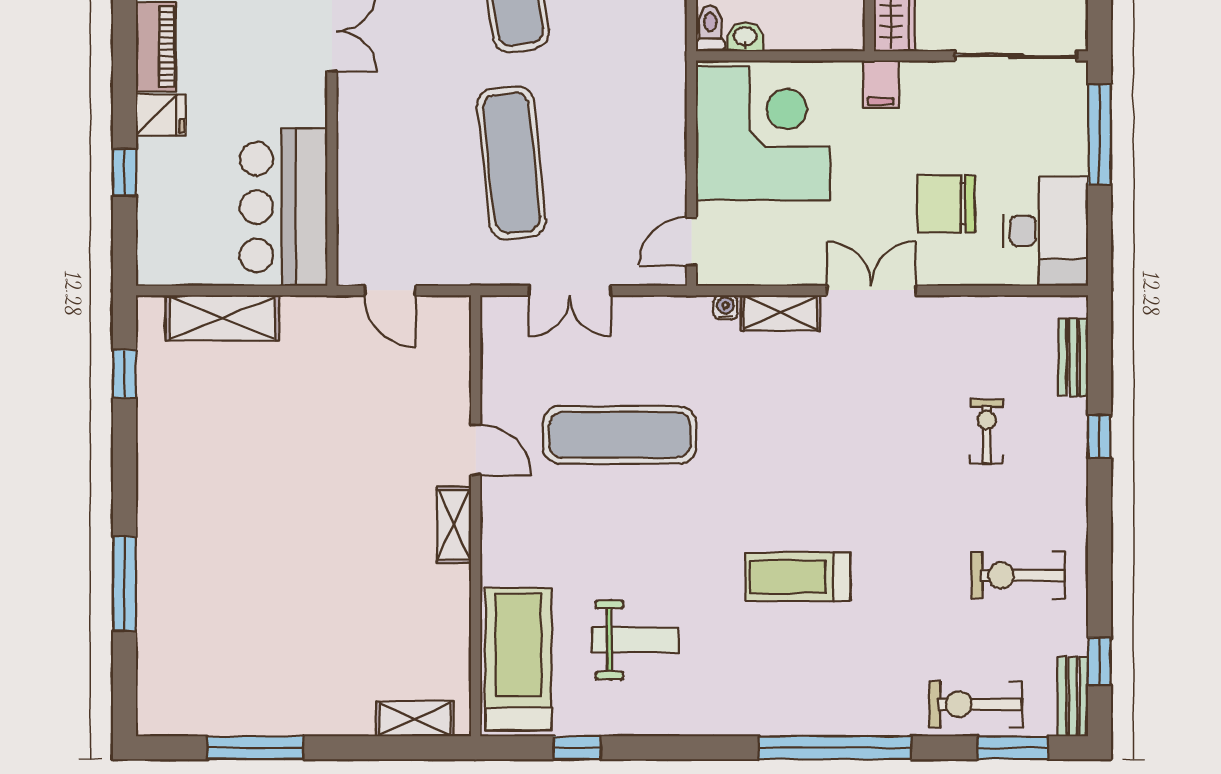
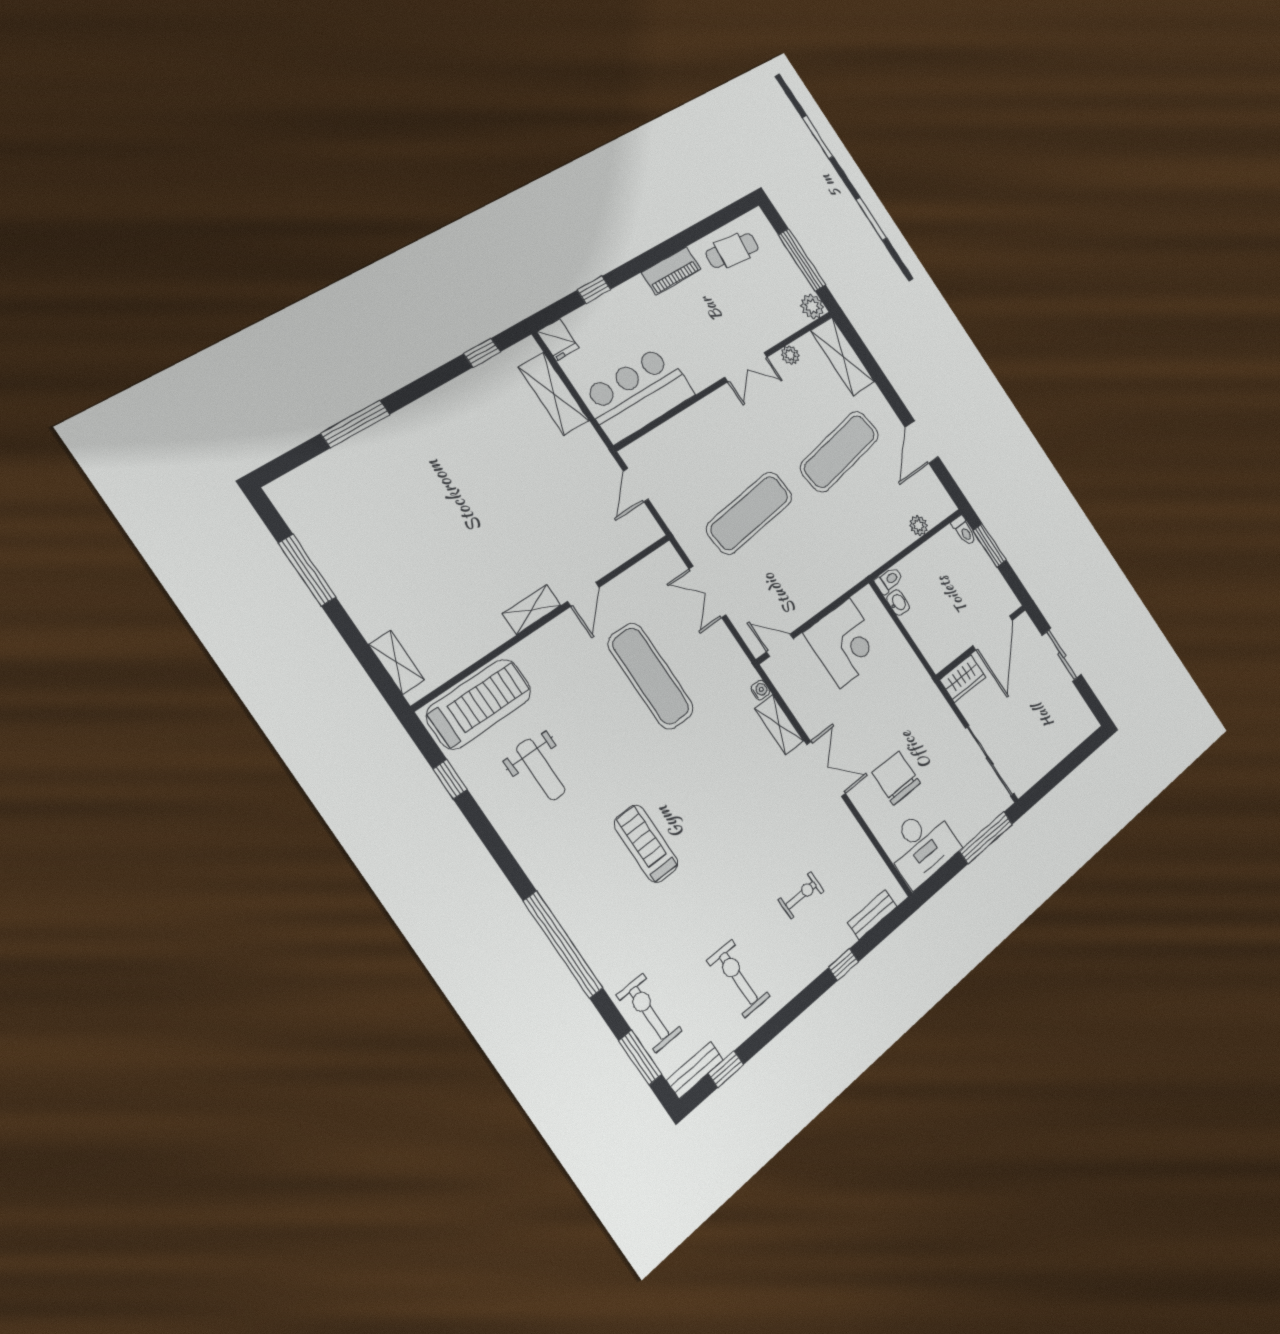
filing cabinet: (881, 84) -> (927, 696), removed
fridge: (161, 115) -> (558, 340), moved
corner desk: (763, 133) -> (845, 643), width x0.74, depth x0.74

